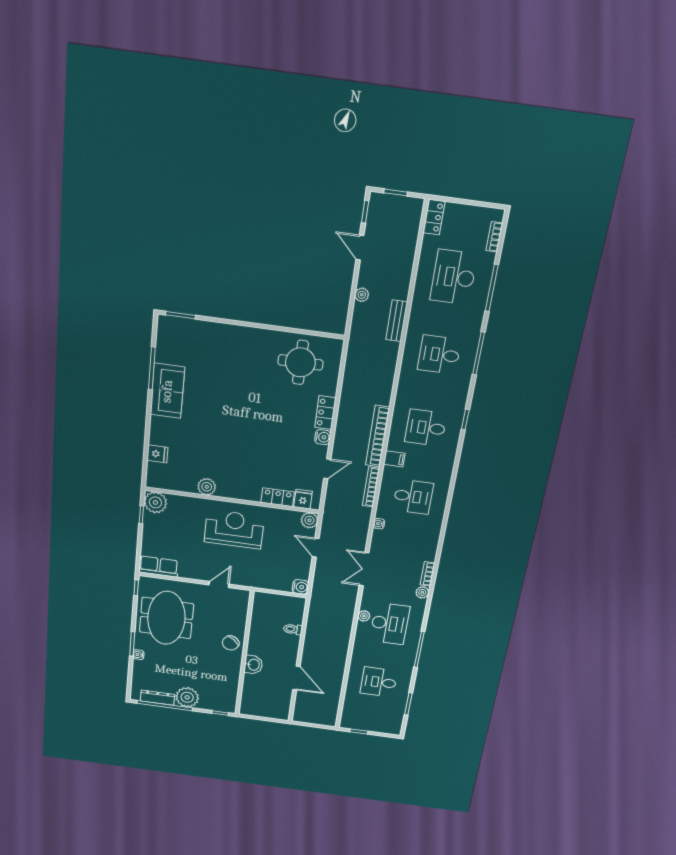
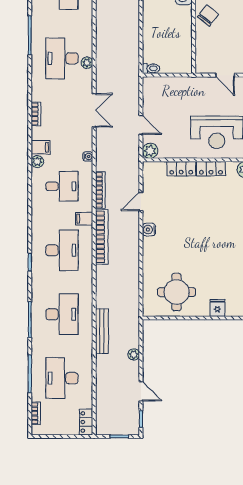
desk: (454, 277) -> (62, 378), turned 180
bench: (397, 321) -> (102, 331), width x1.36
desk: (439, 355) -> (62, 314), width x1.37
locker: (325, 413) -> (211, 169), moved, turned 90
desk: (426, 428) -> (62, 250), width x1.37
desk: (413, 497) -> (62, 186), turned 180
fridge: (303, 499) -> (217, 308), moved, turned 180
filing cabinet: (429, 540) -> (41, 147), added
door: (219, 584) -> (225, 75), hinge flipped
water cooler: (300, 587) -> (150, 84), removed
plant: (422, 592) -> (37, 162), moved
toilet: (293, 629) -> (151, 68), moved

